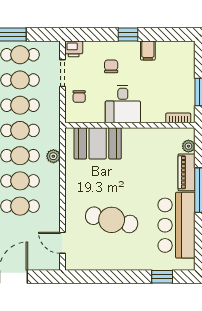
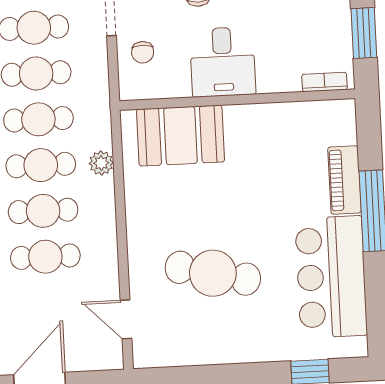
plant: (188, 146) -> (346, 132), removed

